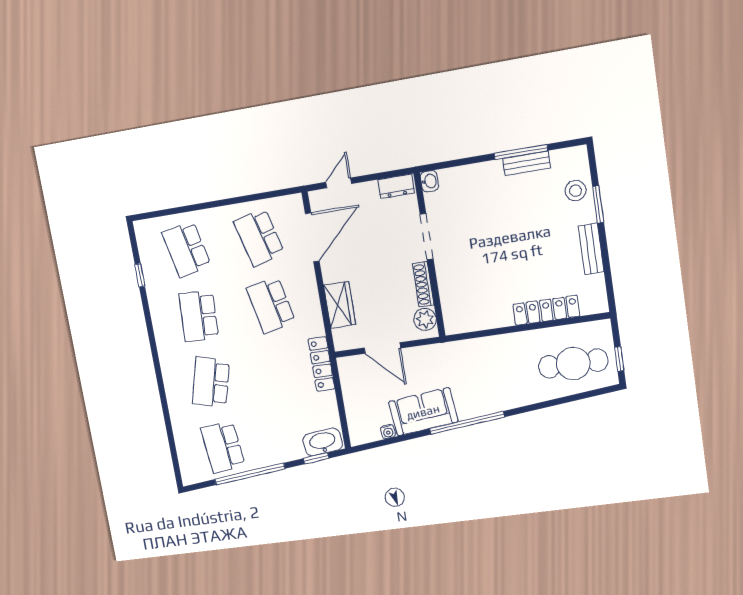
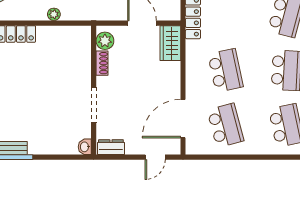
shoe rack: (423, 284) -> (102, 63), width x0.70
wardrobe: (340, 305) -> (170, 43), moved
plant: (495, 343) -> (54, 14), added

